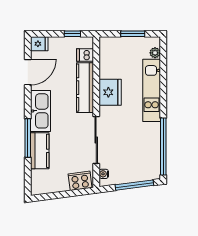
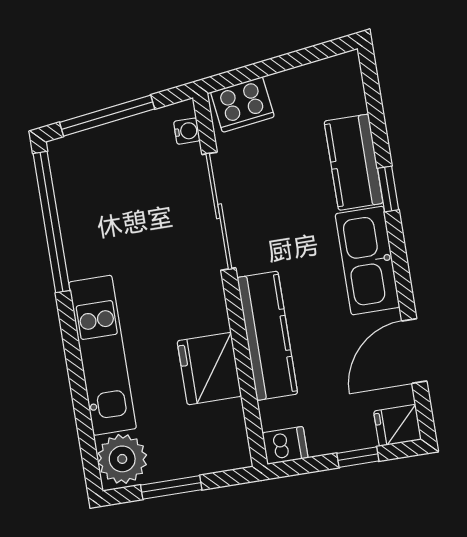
window: (72, 34) -> (358, 457), moved
plant: (155, 53) -> (122, 459), width x1.87, depth x1.87
dishwasher: (85, 55) -> (285, 445), moved
fridge: (110, 92) -> (209, 369), moved
window: (28, 138) -> (388, 189), width x0.46

